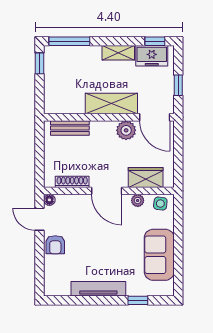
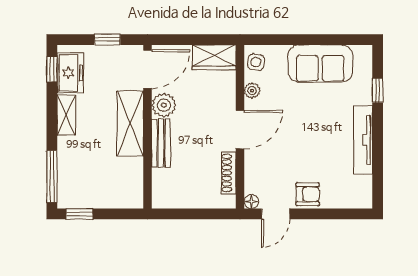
bench: (70, 128) -> (161, 143), moved
wardrobe: (146, 177) -> (214, 57), moved, turned -90

